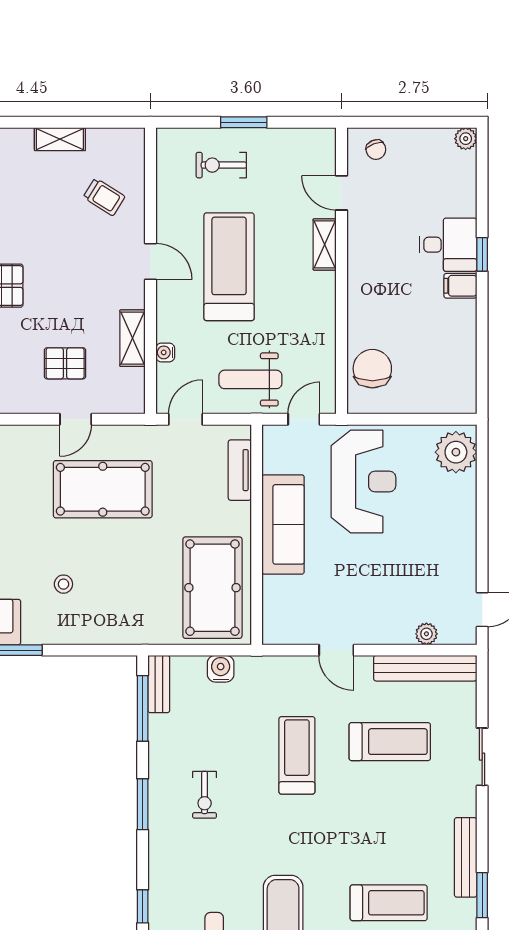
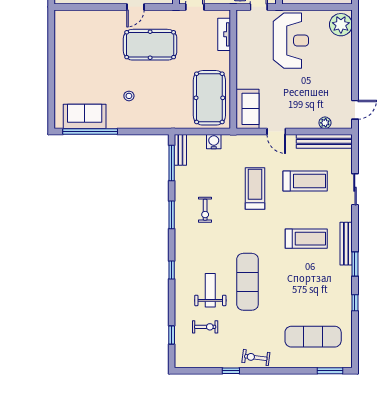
sofa: (283, 524) -> (247, 109), moved, width x0.73
treadmill: (389, 903) -> (306, 239), moved

